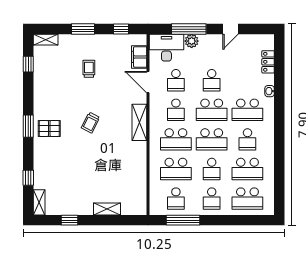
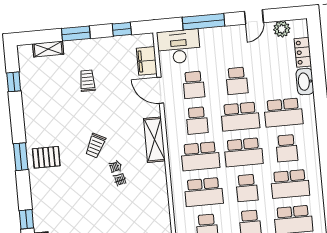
shelving: (46, 40) -> (48, 49), moved
plant: (192, 41) -> (282, 29), moved
washbasin: (270, 91) -> (305, 82), width x1.91, depth x1.45

